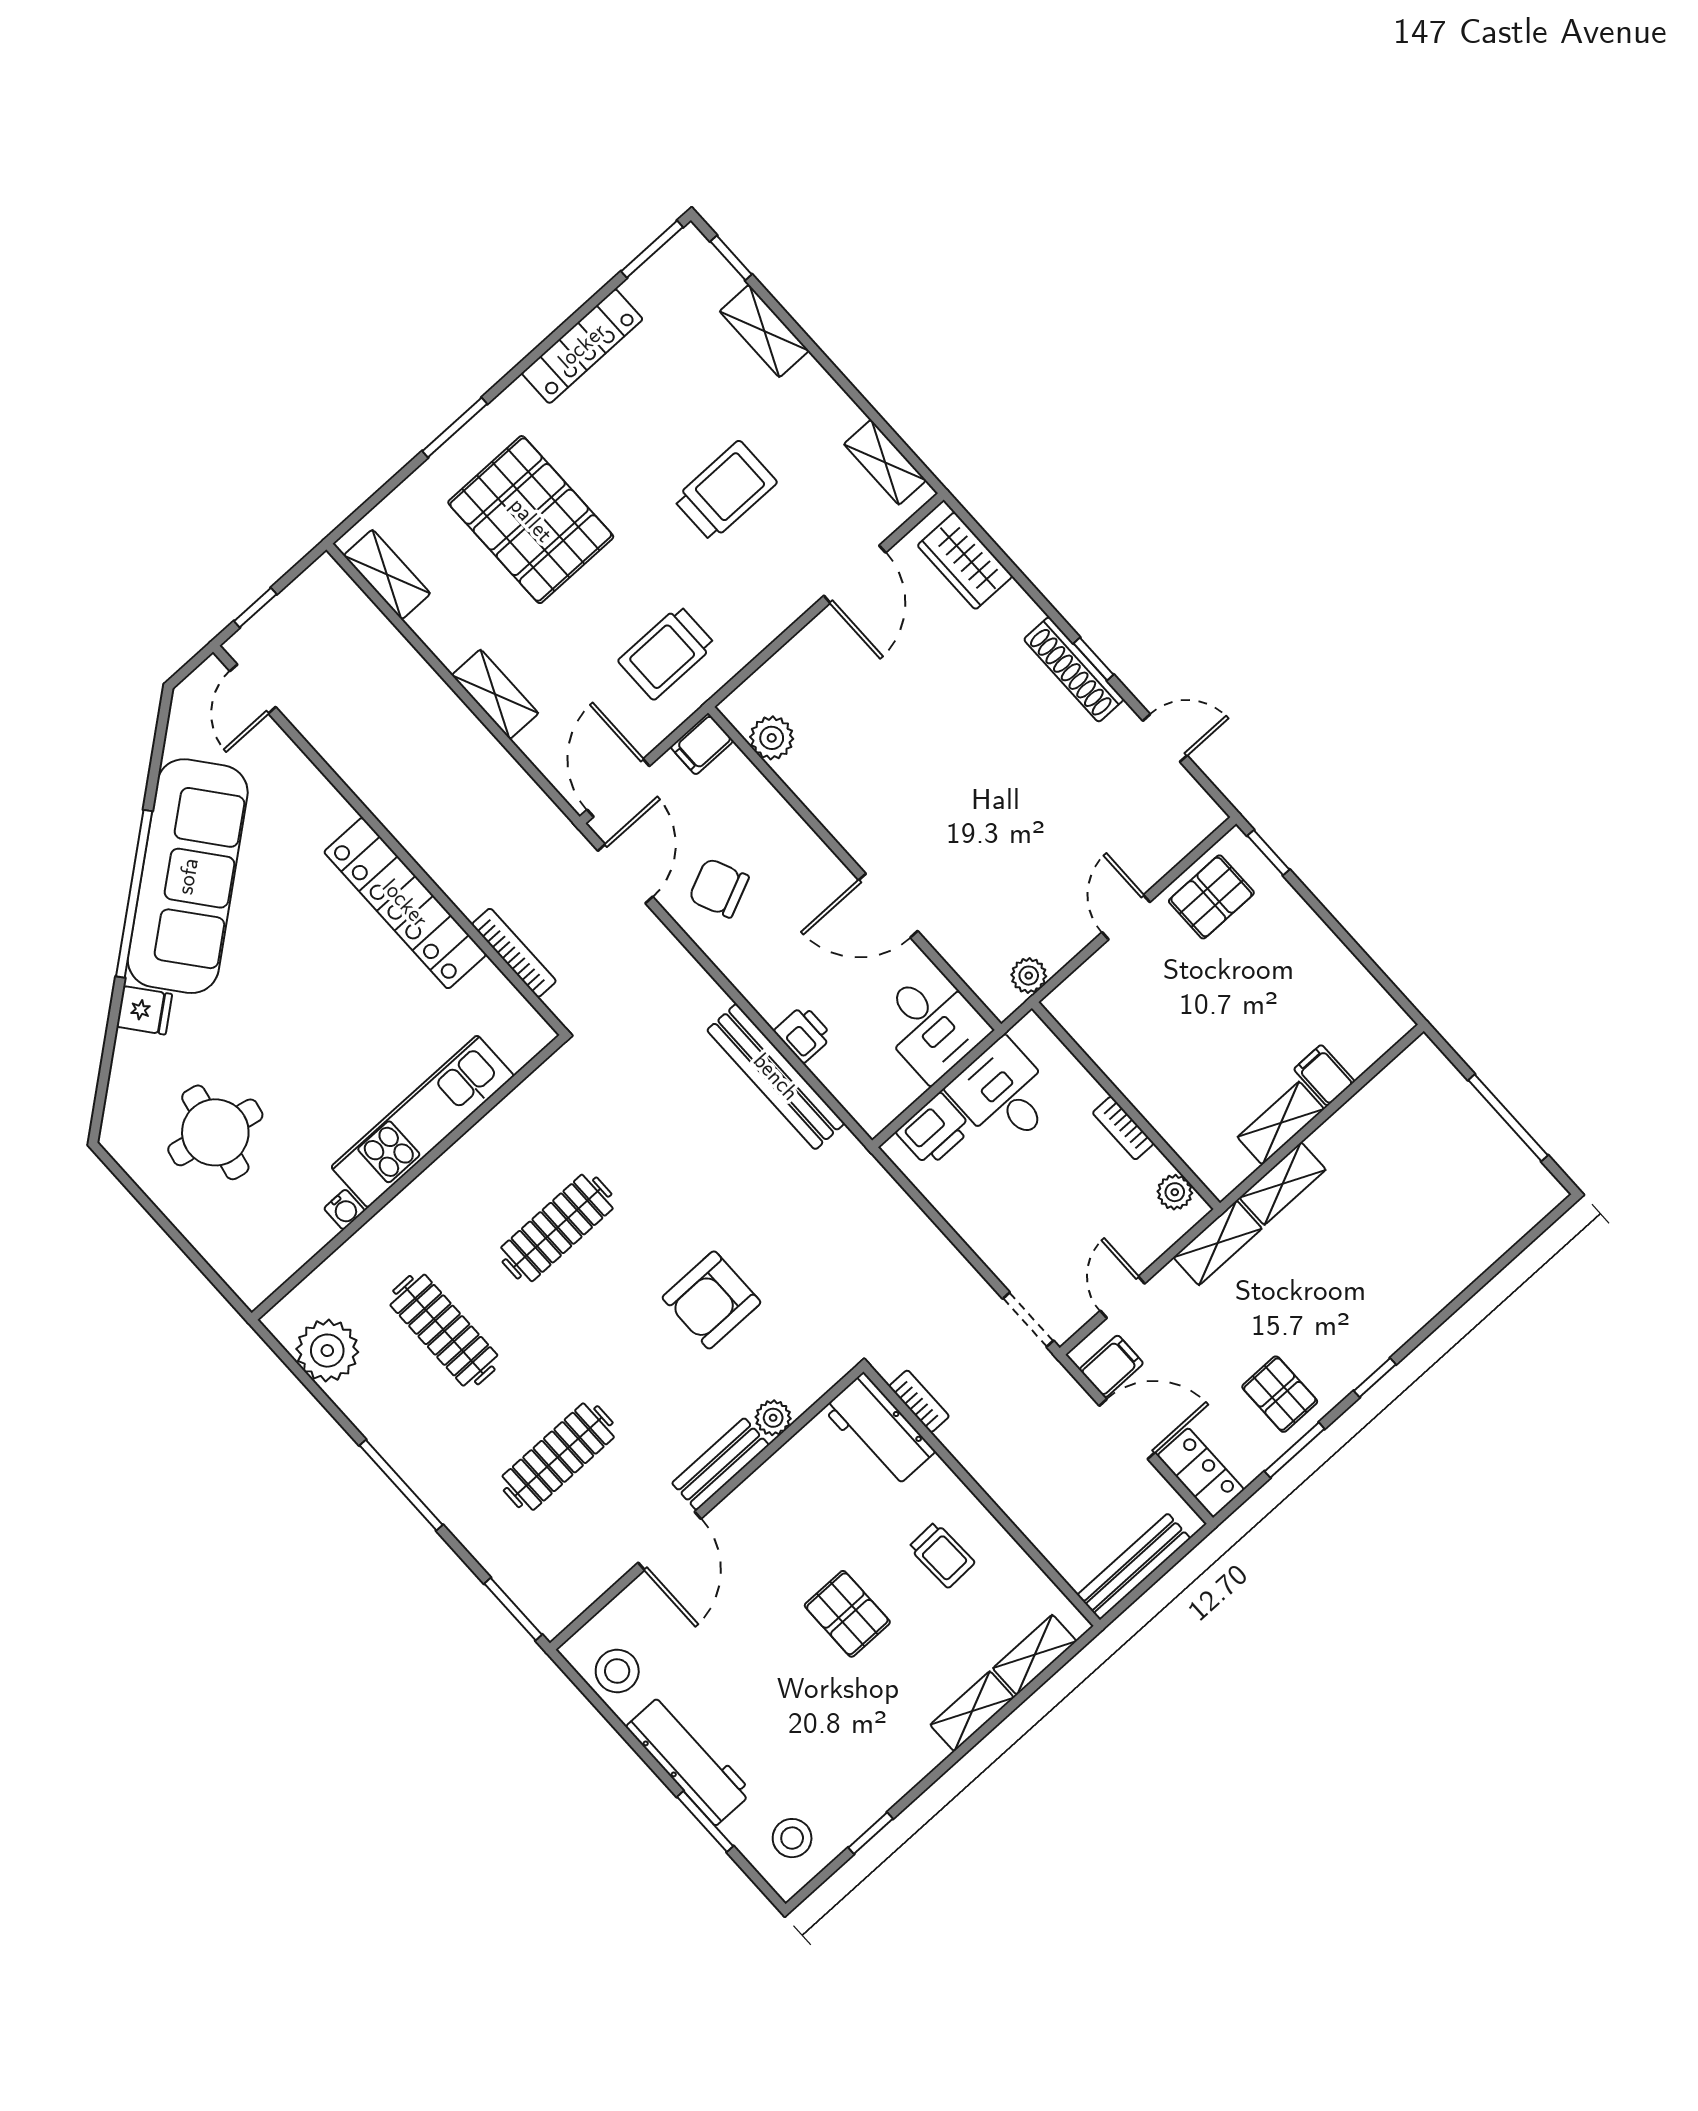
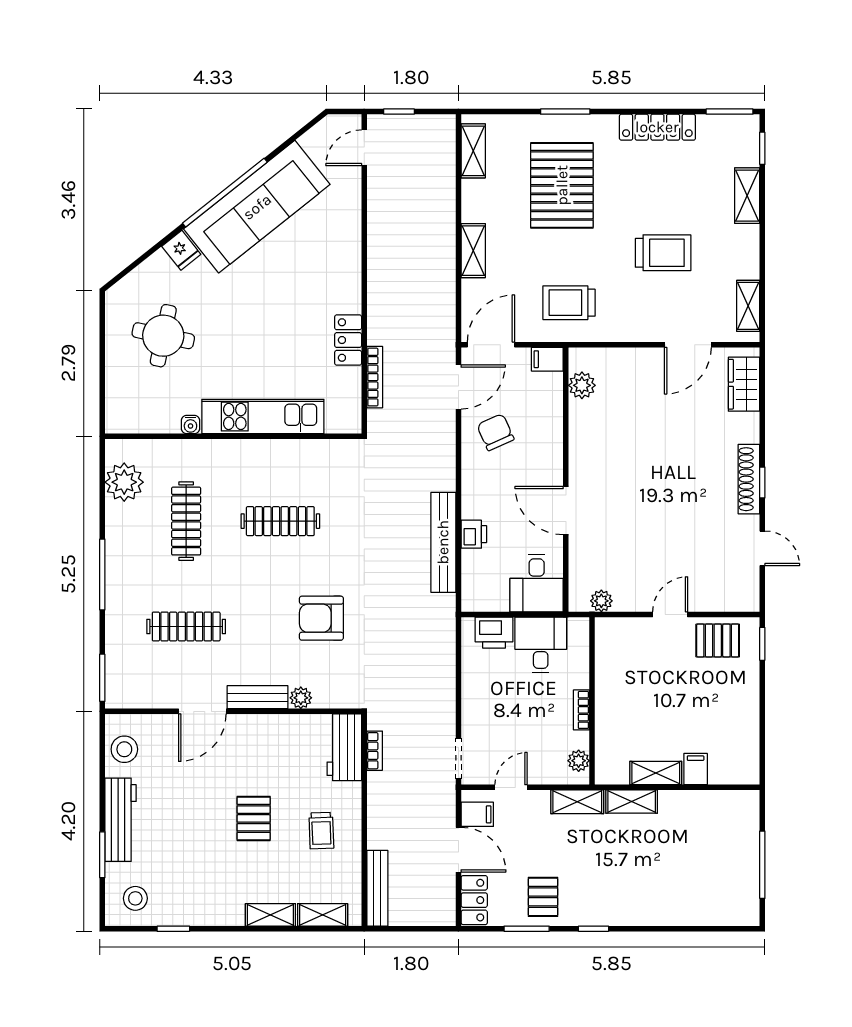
locker: (405, 903) -> (348, 340), width x0.46, depth x0.83
bench: (1134, 1567) -> (377, 888), moved, turned 90

